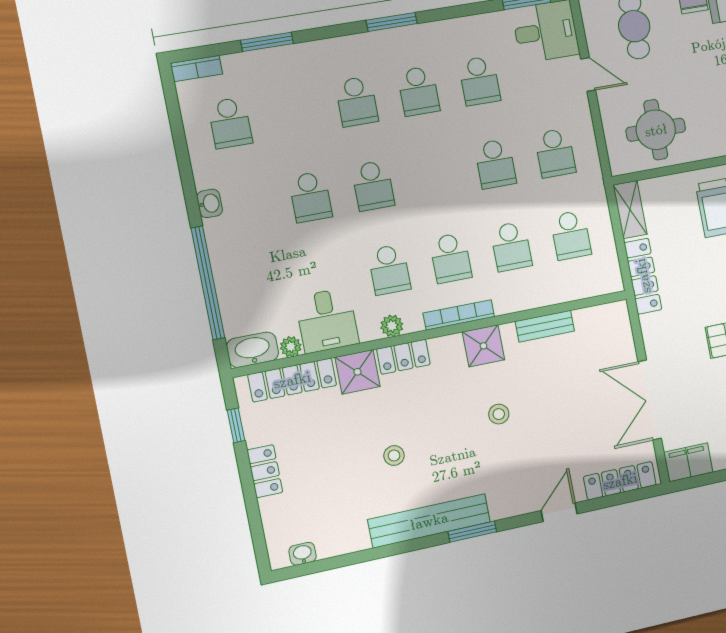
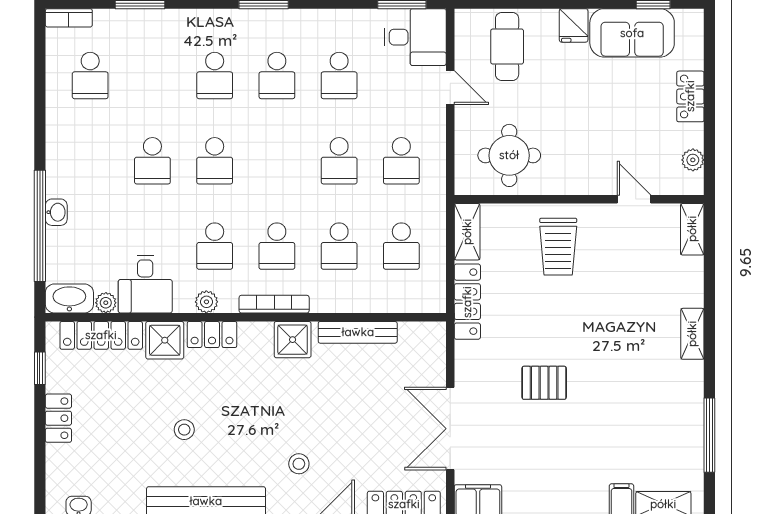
washbasin: (210, 203) -> (56, 212), moved
bench: (545, 326) -> (358, 332), width x1.36
stool: (499, 414) -> (299, 464), moved

